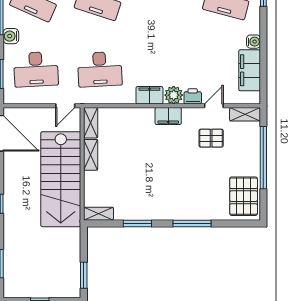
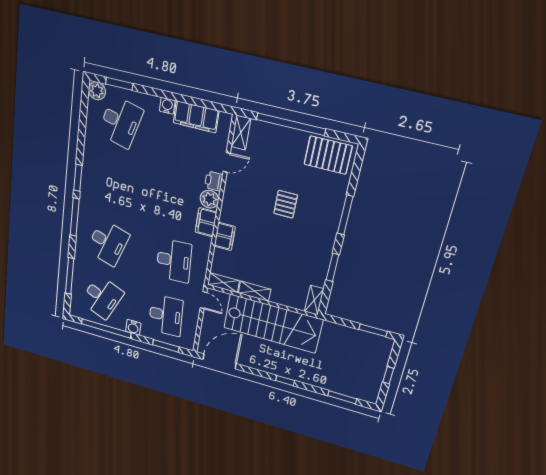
door: (214, 106) -> (227, 162), swing flipped
filing cabinet: (168, 116) -> (225, 236), moved
pallet: (211, 138) -> (286, 204), moved

